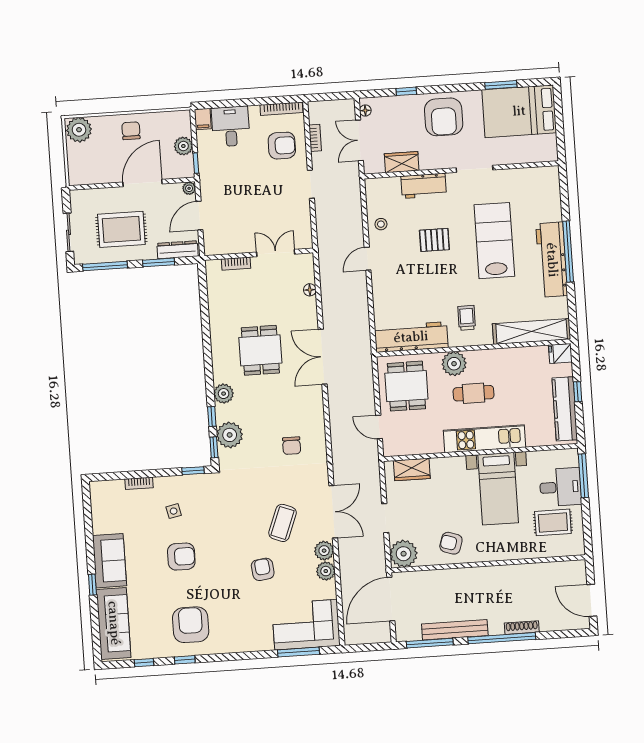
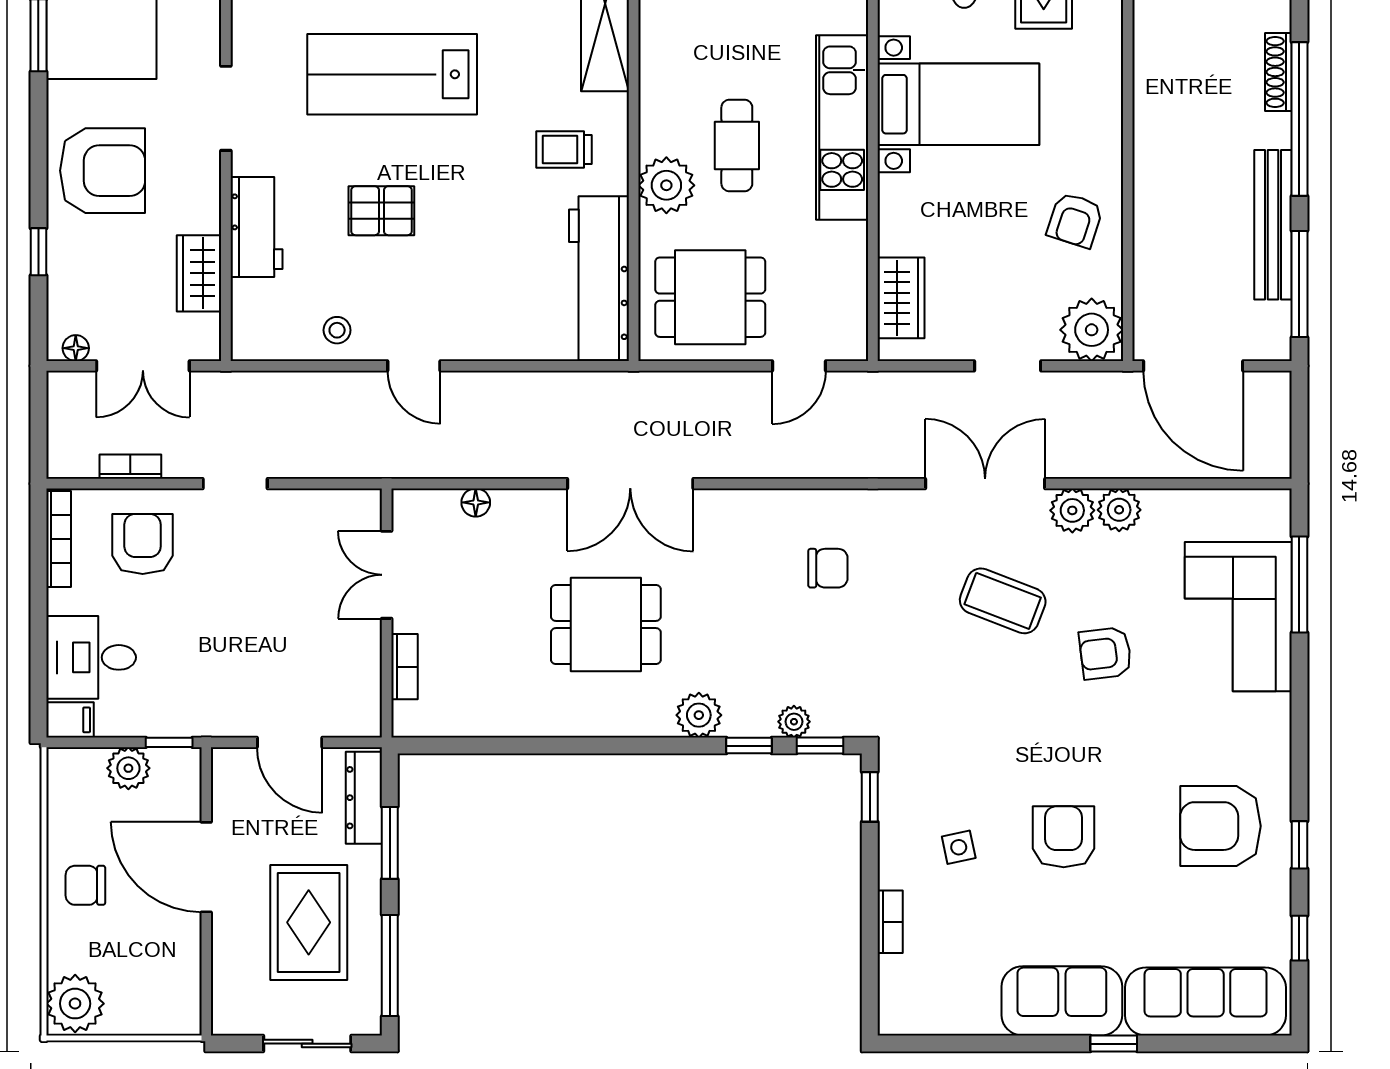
plant: (189, 188) -> (226, 762), removed
pallet: (434, 240) -> (381, 211), turned 90
plant: (230, 435) -> (794, 722), width x0.53, depth x0.53
corner sofa: (306, 625) -> (1238, 617), moved

